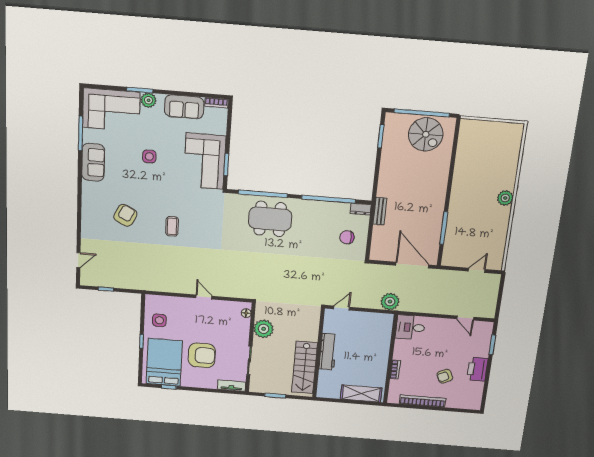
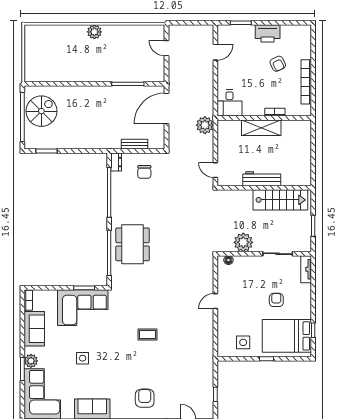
bench: (380, 211) -> (134, 144), moved
armchair: (125, 215) -> (145, 398), moved, turned 64
armchair: (202, 355) -> (276, 300), width x0.53, depth x0.53
shelving: (361, 394) -> (261, 128), moved, turned 90

